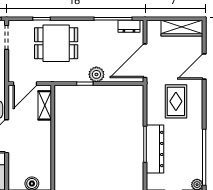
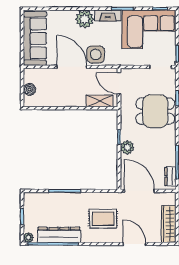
dining table: (56, 43) -> (155, 111), turned 90
dresser: (155, 149) -> (59, 235), moved, turned 180

